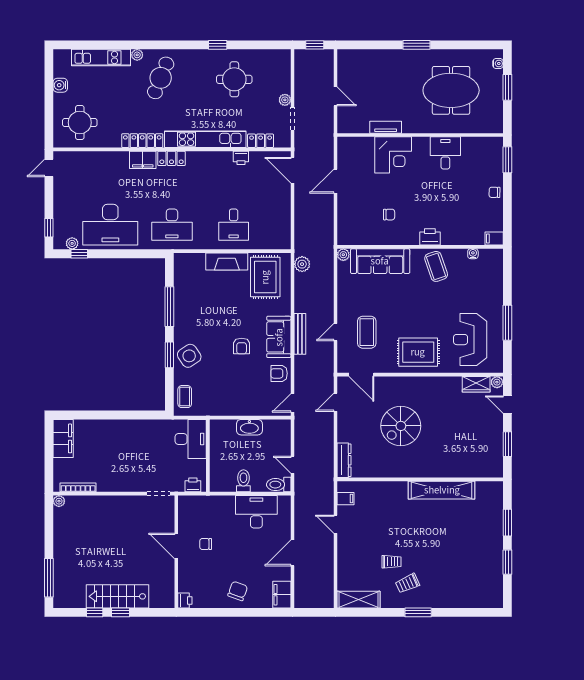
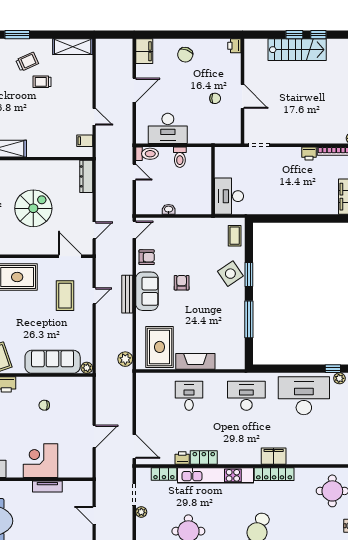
locker: (172, 158) -> (204, 458), moved
washbasin: (249, 427) -> (169, 209), width x0.52, depth x0.69
printer: (193, 485) -> (309, 153), moved

